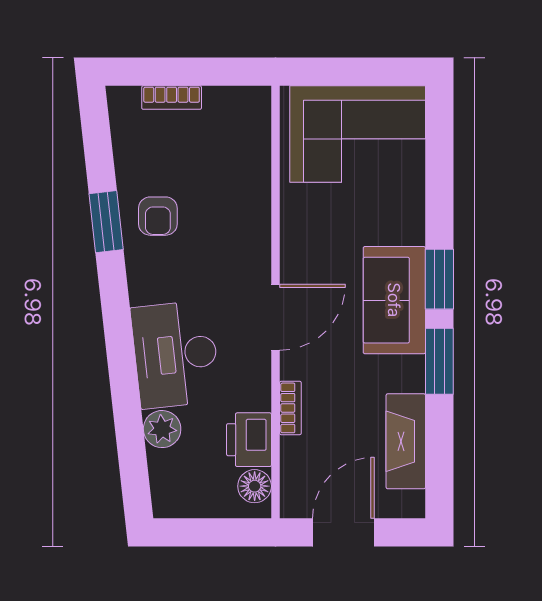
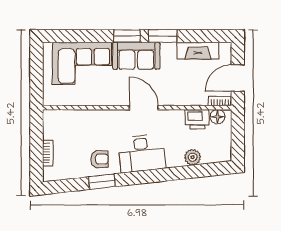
corner sofa: (358, 134) -> (82, 63), moved, turned 90
desk: (175, 354) -> (142, 153), moved
bookcase: (290, 408) -> (220, 101), moved
door: (343, 532) -> (238, 78), hinge flipped

